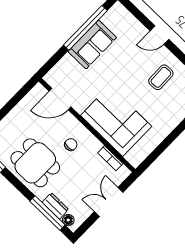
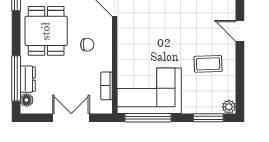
corner sofa: (116, 121) -> (149, 91), moved, turned -90
window: (158, 151) -> (148, 118), added

